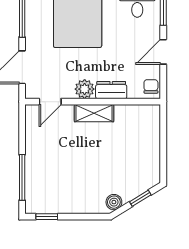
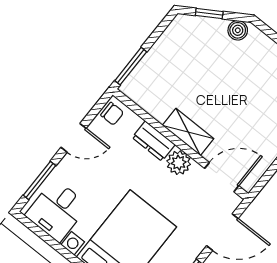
chair: (151, 86) -> (112, 114), turned -90
door: (50, 102) -> (222, 177), width x1.38
window: (163, 126) -> (131, 66), added

